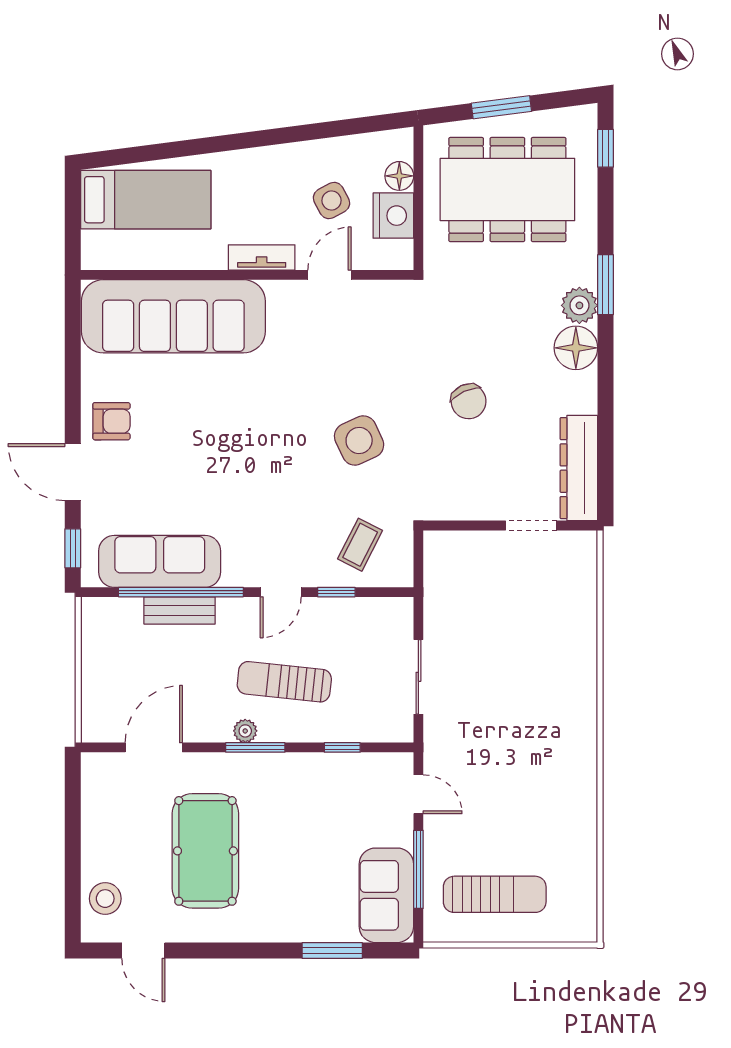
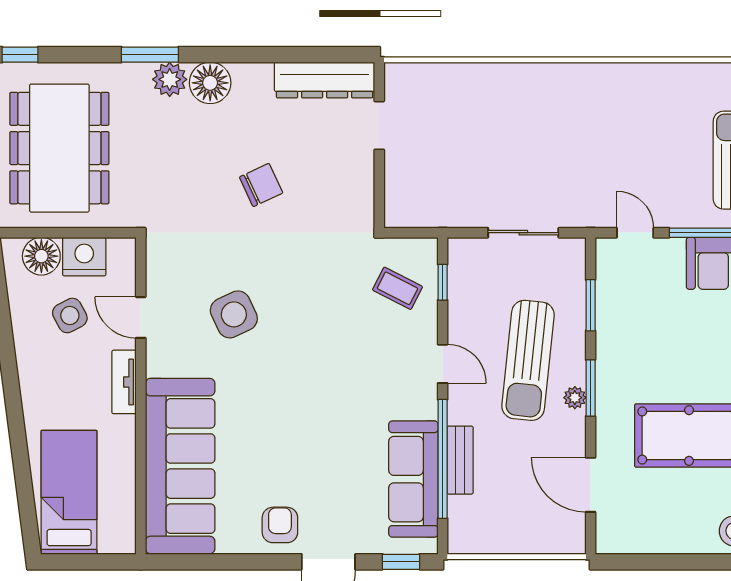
floor lamp: (399, 176) -> (41, 256), width x1.38, depth x1.38
side table: (359, 441) -> (234, 314), moved
window: (336, 592) -> (443, 282), moved
sun lounger: (284, 682) -> (528, 360), width x1.36, depth x1.34
window: (342, 747) -> (591, 305), width x1.50
door: (418, 794) -> (635, 233), hinge flipped

